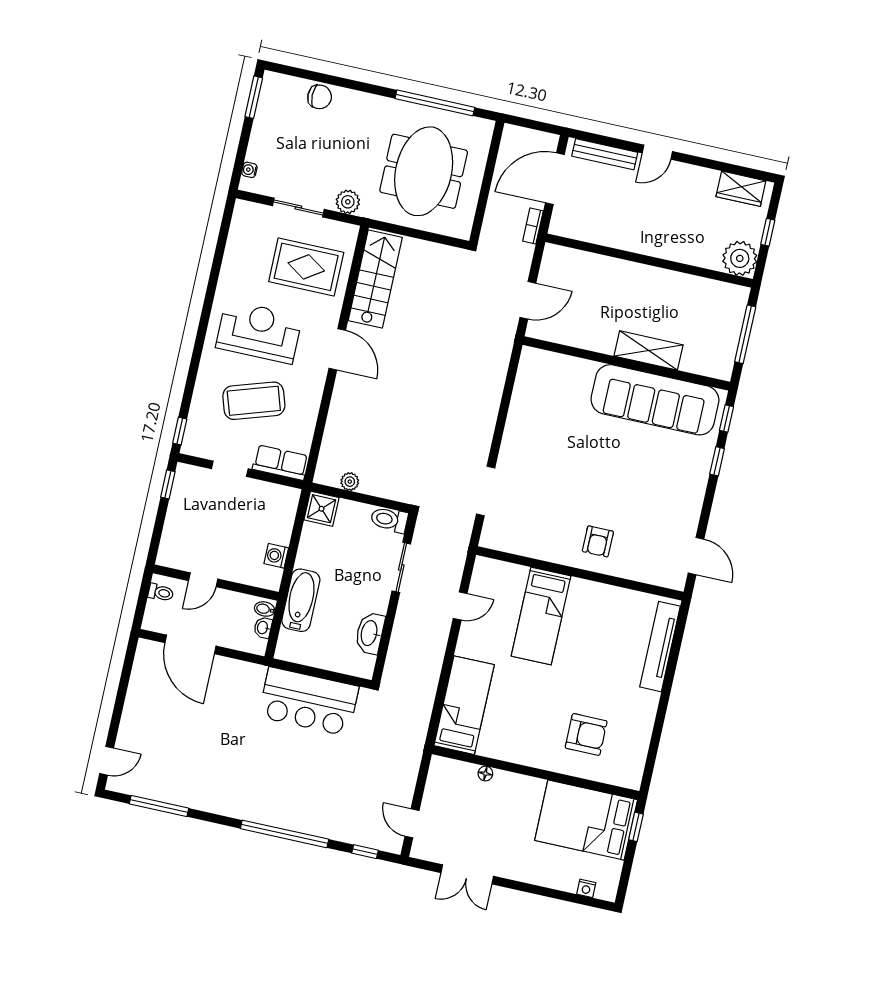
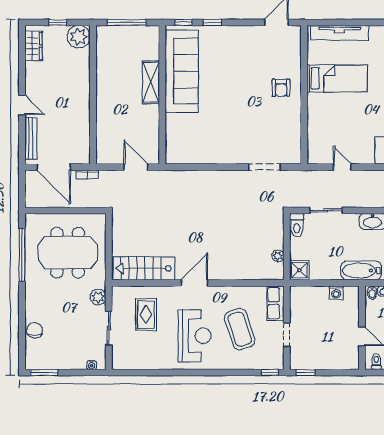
rug: (306, 267) -> (146, 315), width x0.73, depth x0.70
reception desk: (259, 332) -> (195, 336), turned 180
armchair: (598, 541) -> (281, 88), turned 90
bed: (541, 616) -> (337, 78), moved

